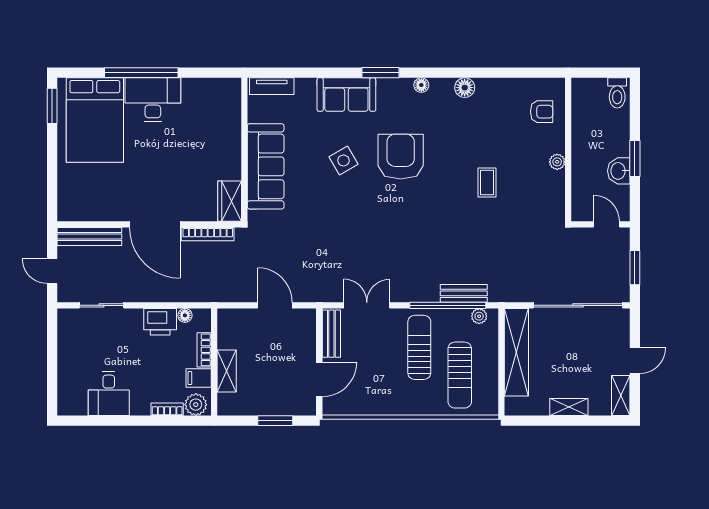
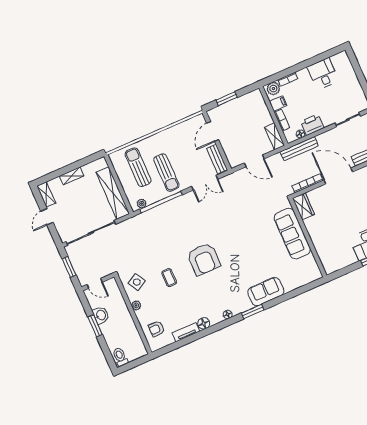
tv unit: (272, 86) -> (186, 332), moved
armchair: (401, 157) -> (204, 259), moved
side table: (343, 160) -> (137, 282), moved
bench: (464, 293) -> (299, 149), moved, width x1.36
shelving: (227, 371) -> (275, 136), moved

